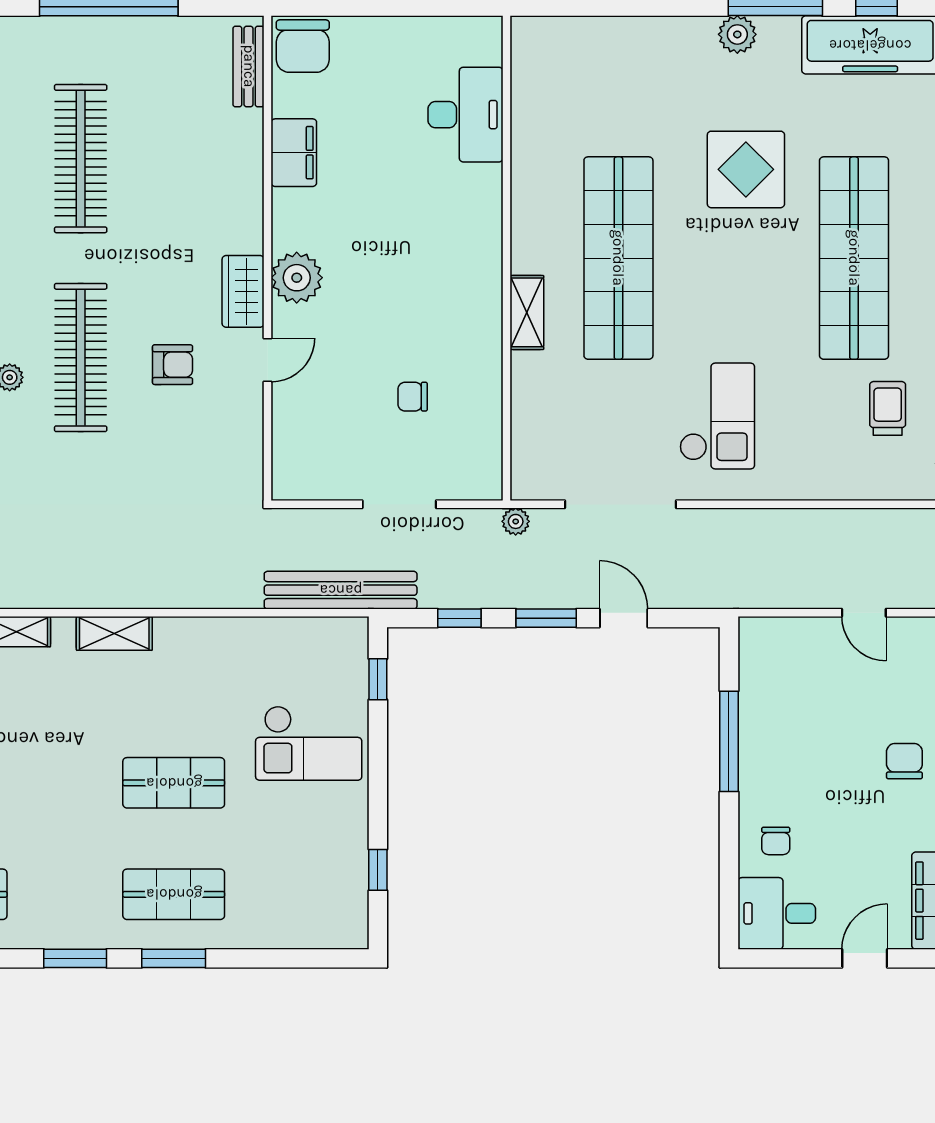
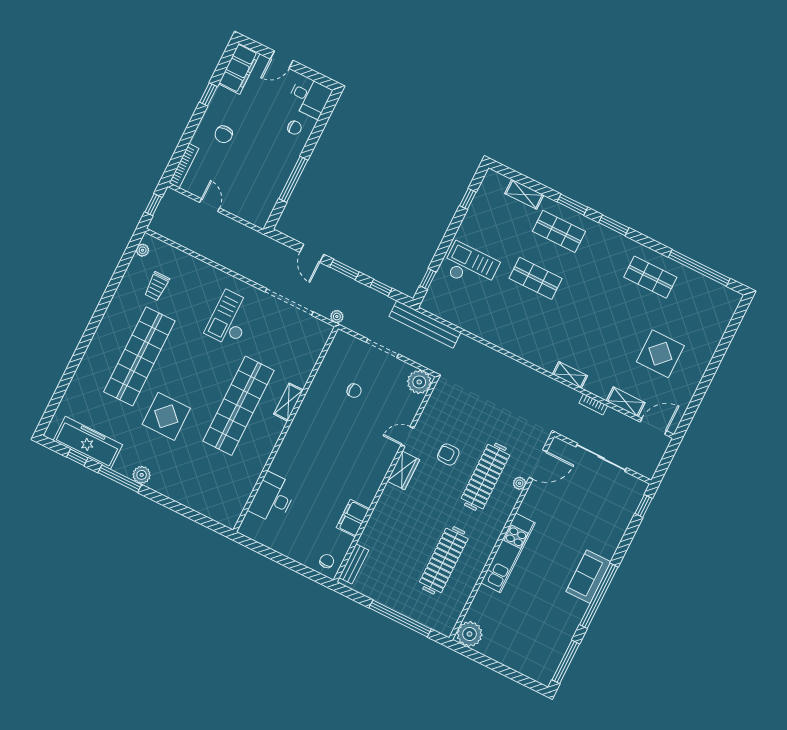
chair: (303, 46) -> (327, 561), width x0.54, depth x0.54
plant: (297, 278) -> (419, 382), moved
shelving: (114, 633) -> (524, 194), moved
chair: (776, 841) -> (294, 128), turned 90

